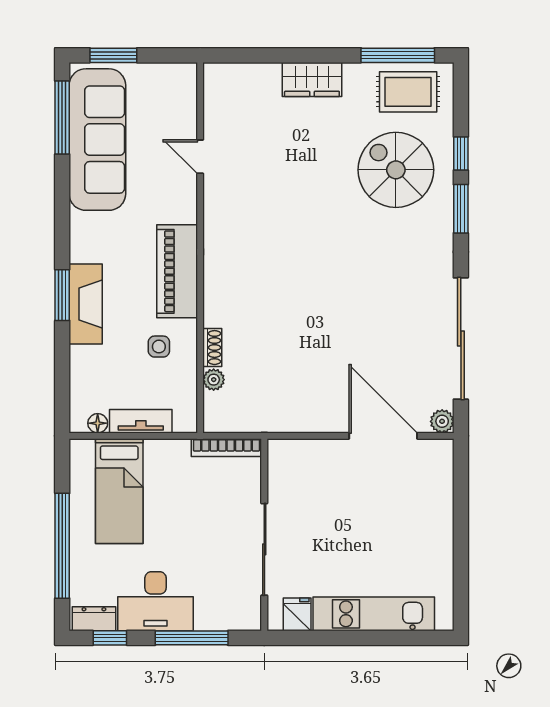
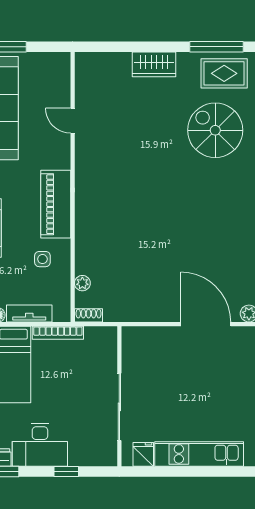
shoe rack: (212, 348) -> (89, 315), moved, turned -90
bookcase: (226, 448) -> (58, 333), moved
window: (192, 638) -> (66, 471), width x0.46

